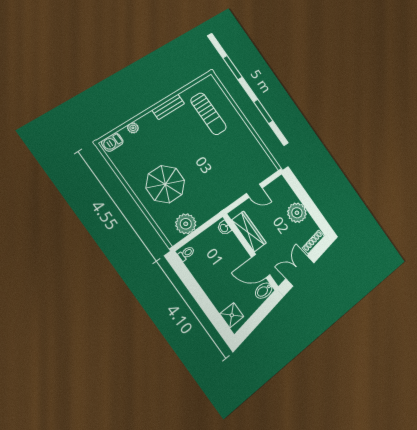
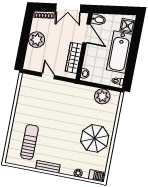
parasol: (165, 184) -> (95, 138), moved
bathtub: (213, 283) -> (119, 52), added

